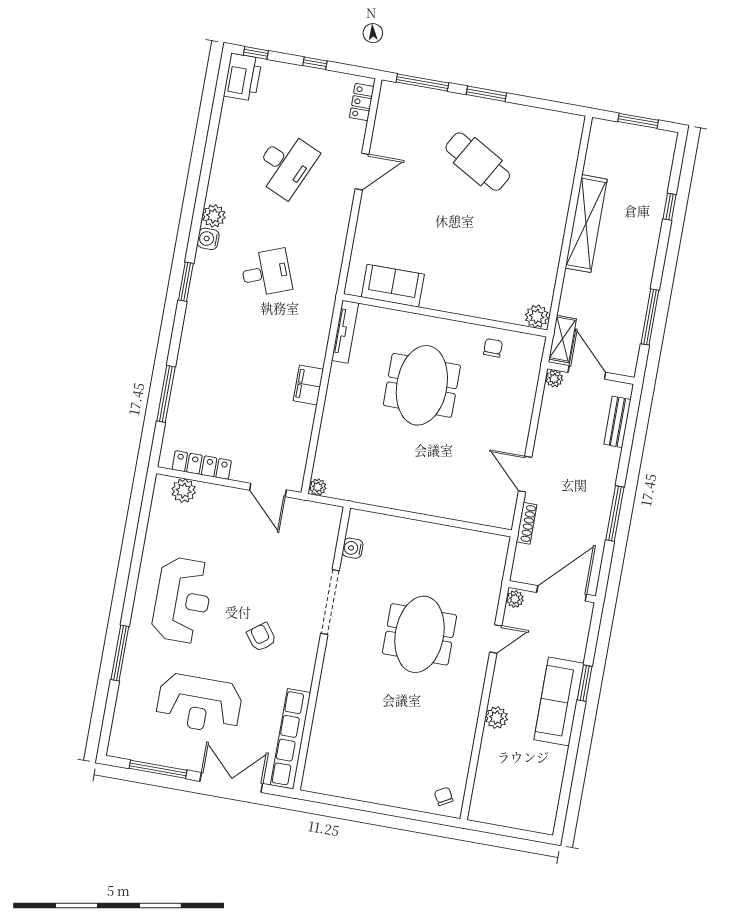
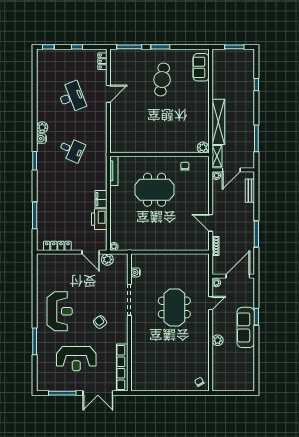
printer: (243, 77) -> (99, 219), moved, turned 180
cafe table: (478, 162) -> (162, 80), turned 68
desk: (286, 165) -> (72, 97), turned -45
shelving: (586, 224) -> (218, 122), moved
desk: (266, 273) -> (72, 150), turned 45
sofa: (393, 286) -> (201, 67), moved, turned -90
door: (587, 372) -> (231, 170), swing flipped
meeting table: (422, 385) -> (155, 190), turned 90
plant: (184, 491) -> (107, 259), moved
double door: (231, 782) -> (98, 393), swing flipped

